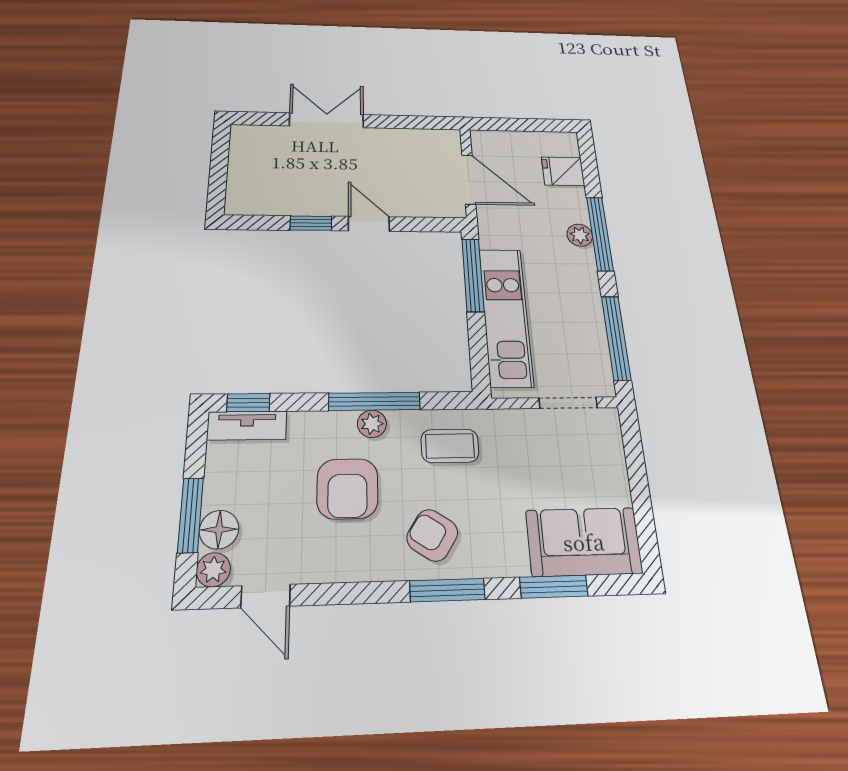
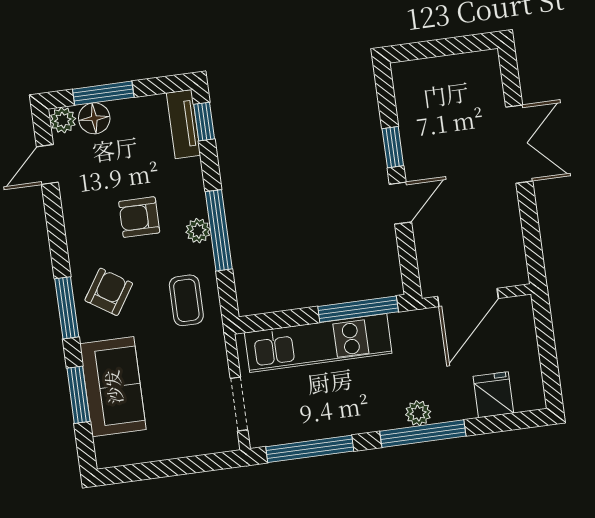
armchair: (347, 489) -> (139, 217), width x0.72, depth x0.72
sofa: (584, 542) -> (113, 387), moved

